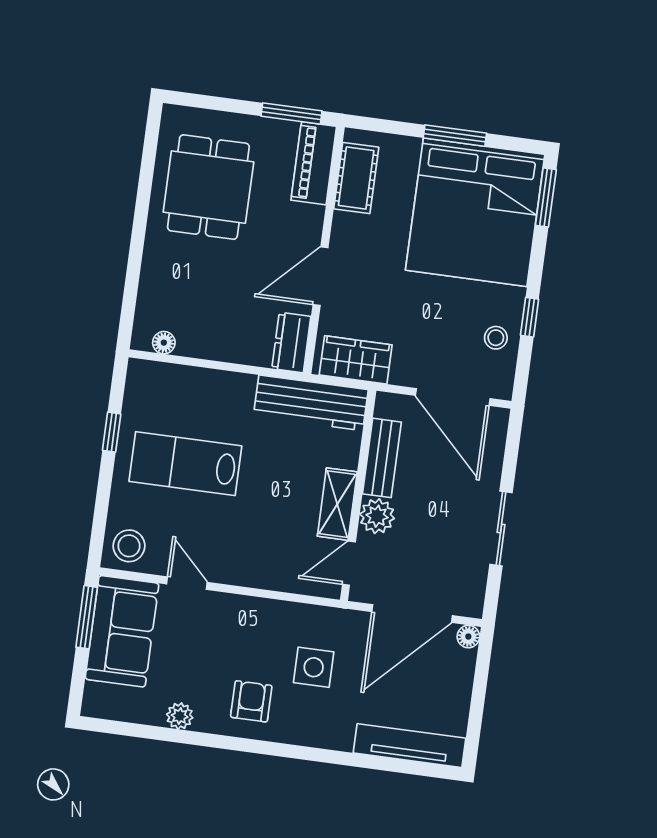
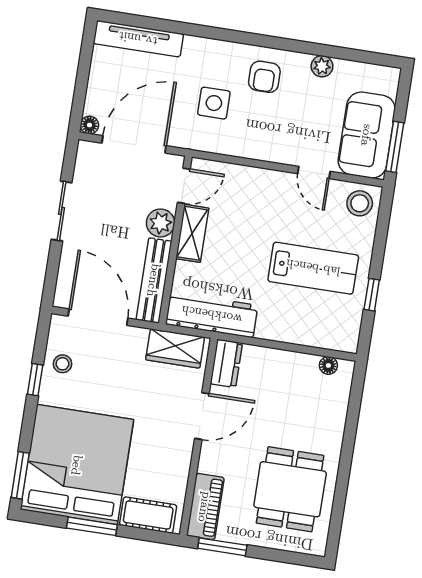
cot: (356, 178) -> (148, 515), moved, turned 90
bench: (382, 458) -> (154, 280), width x1.36

